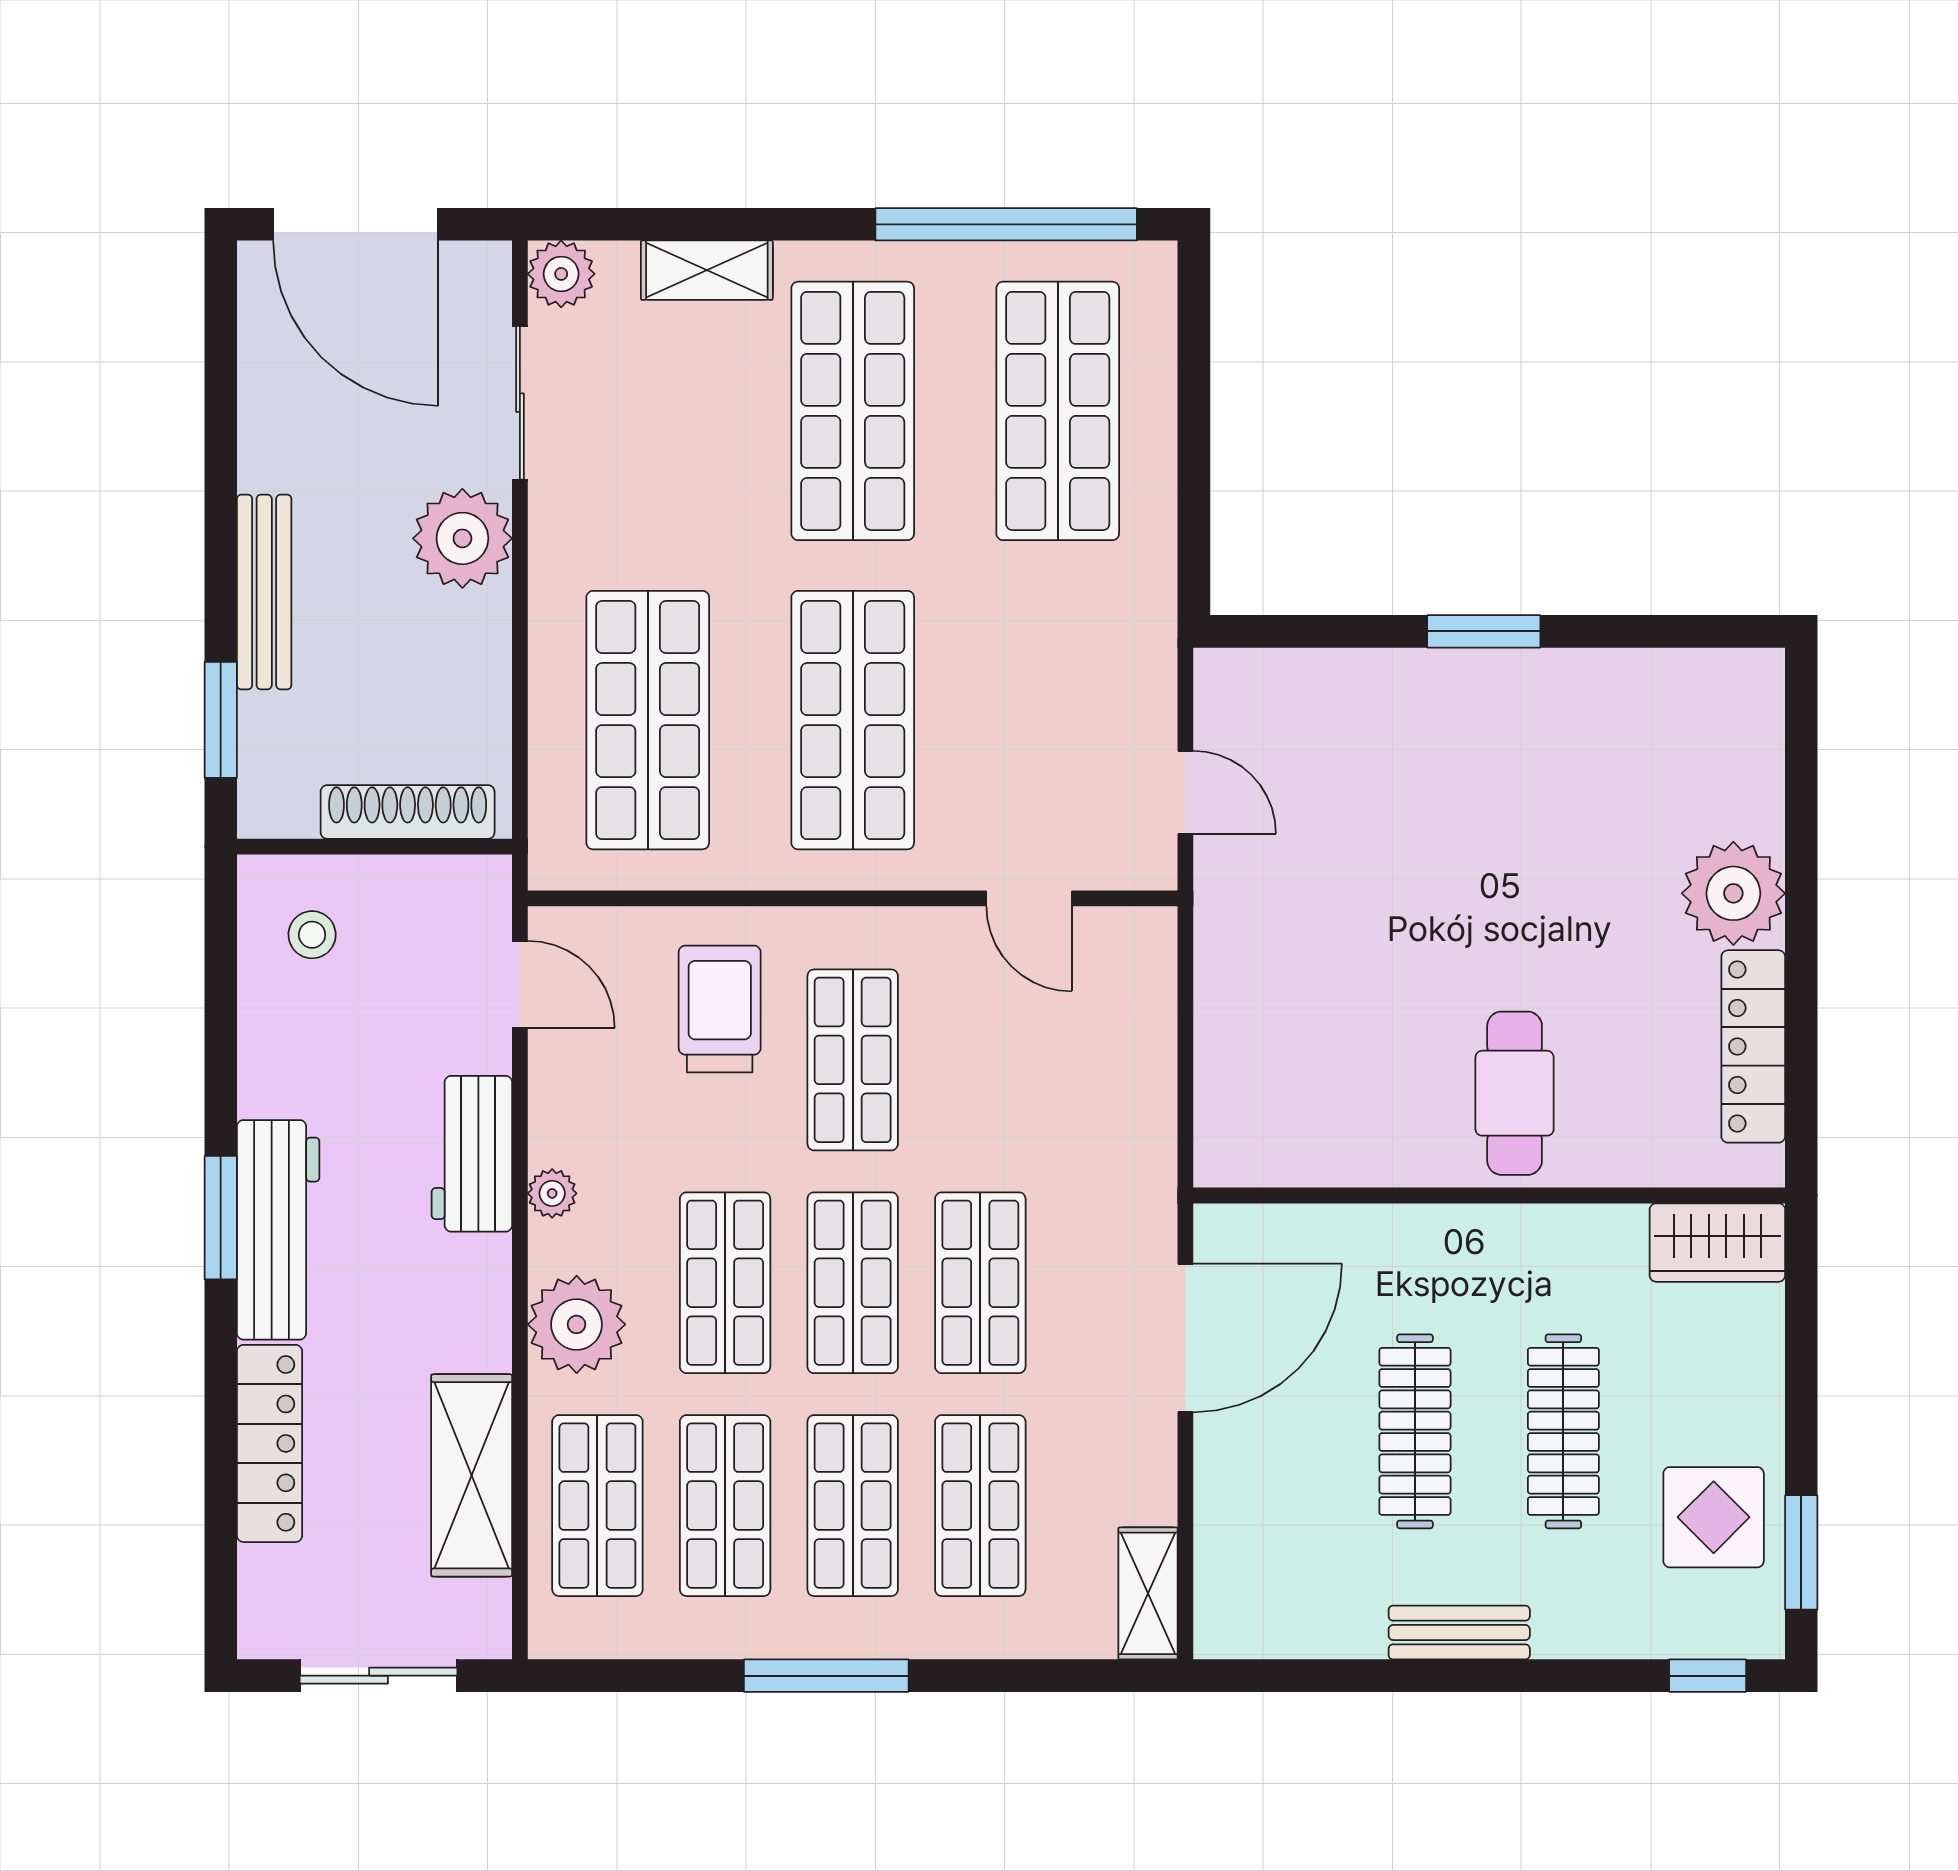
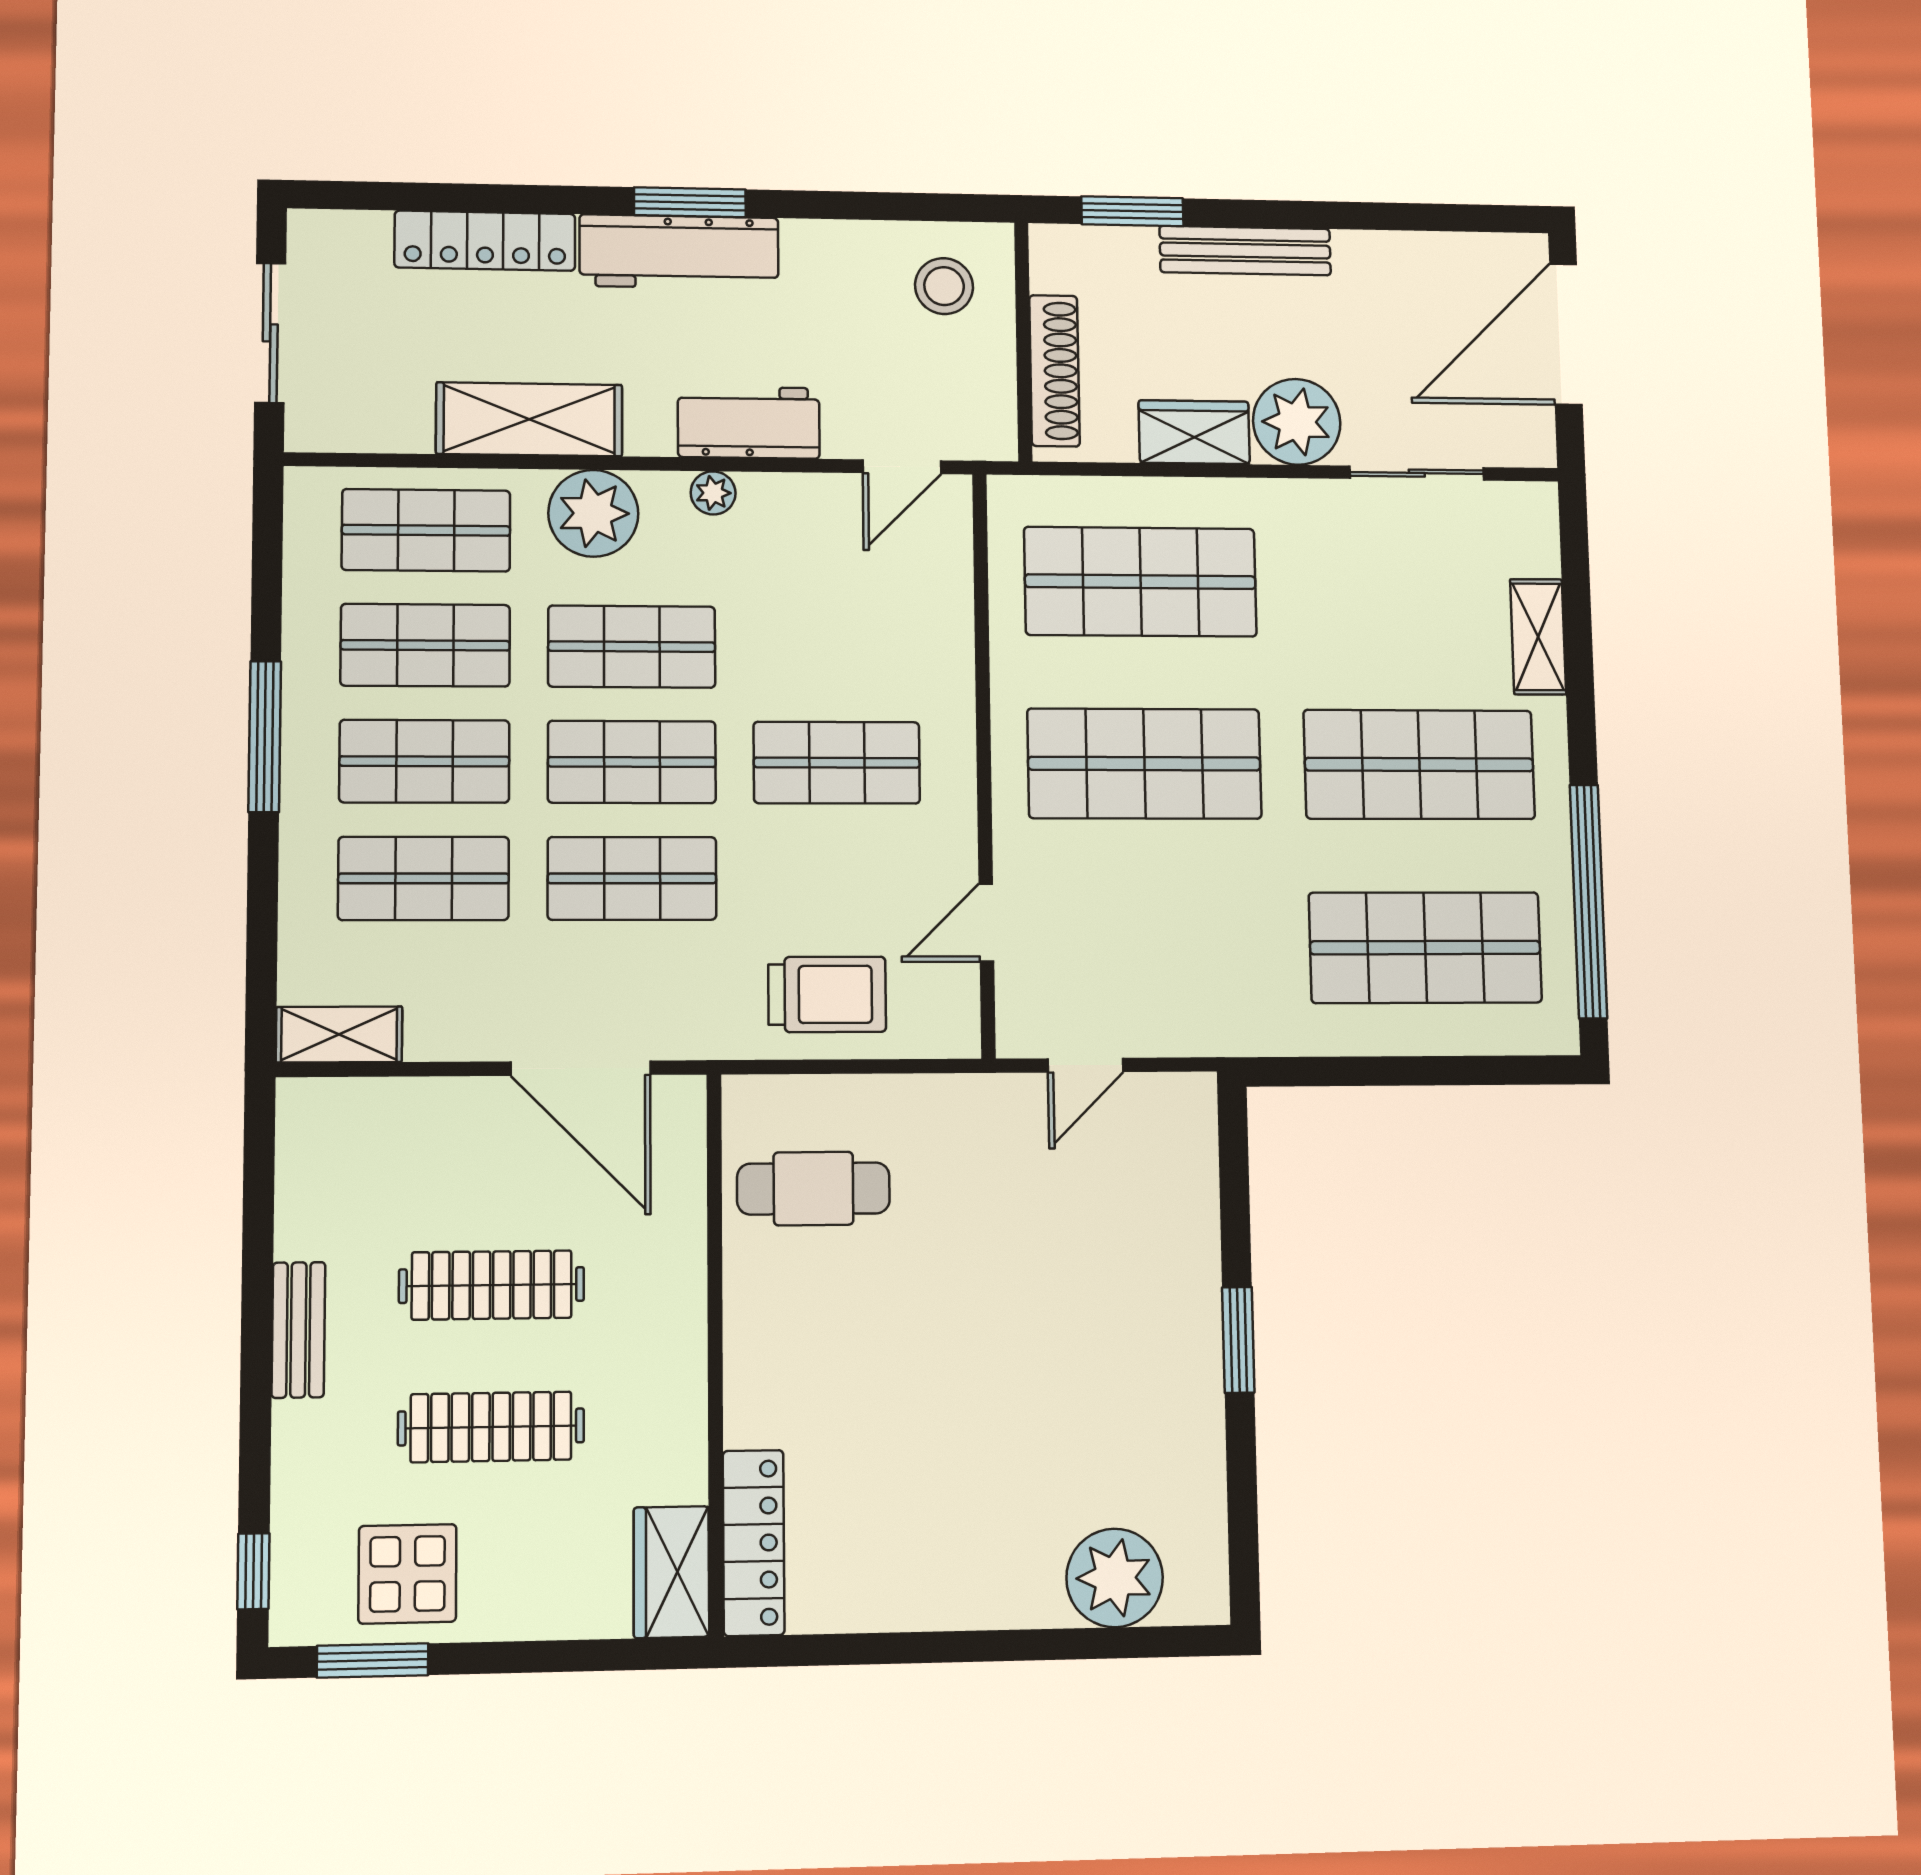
plant: (561, 274) -> (1530, 510), removed
wardrobe: (476, 655) -> (1194, 432), added
plant: (1733, 893) -> (1115, 1578), moved
stool: (312, 935) -> (944, 286), width x1.37, depth x1.37
trolley: (720, 1009) -> (827, 994), moved
locker: (1753, 1046) -> (754, 1543), moved, turned 90
cafe table: (1515, 1093) -> (813, 1189), moved
shelving: (472, 1475) -> (529, 419), moved

